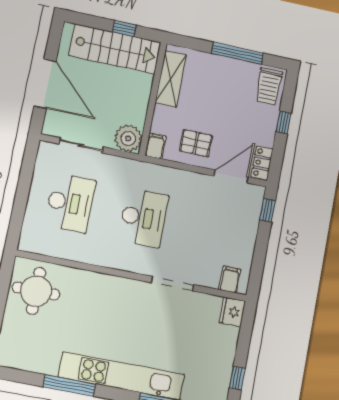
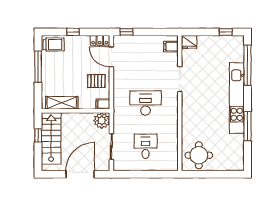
pallet: (196, 143) -> (96, 81), turned 90
desk: (70, 203) -> (146, 146), width x0.73

